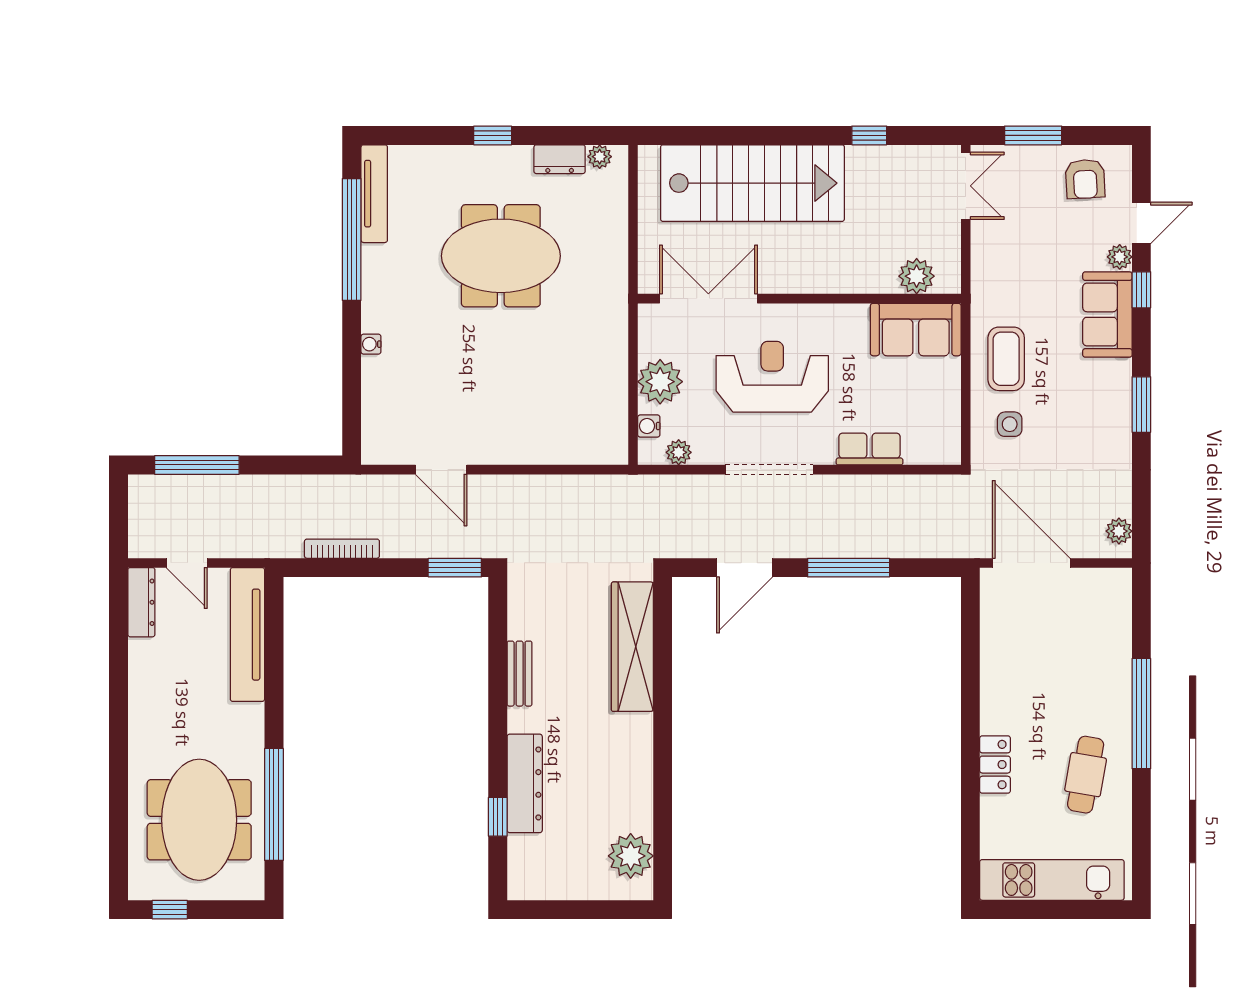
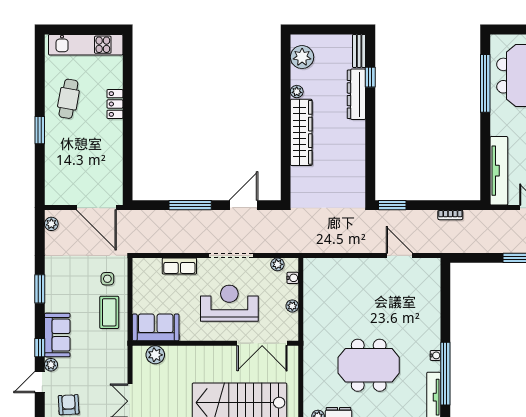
water cooler: (371, 344) -> (435, 355), moved
reception desk: (772, 377) -> (229, 303), turned 180
plant: (660, 382) -> (292, 306), width x0.53, depth x0.53
bookcase: (342, 549) -> (450, 215), width x0.64
wardrobe: (632, 647) -> (301, 132), moved
bench: (520, 674) -> (359, 51), moved
window: (1141, 714) -> (40, 130), width x0.47
plant: (641, 789) -> (297, 92), added

